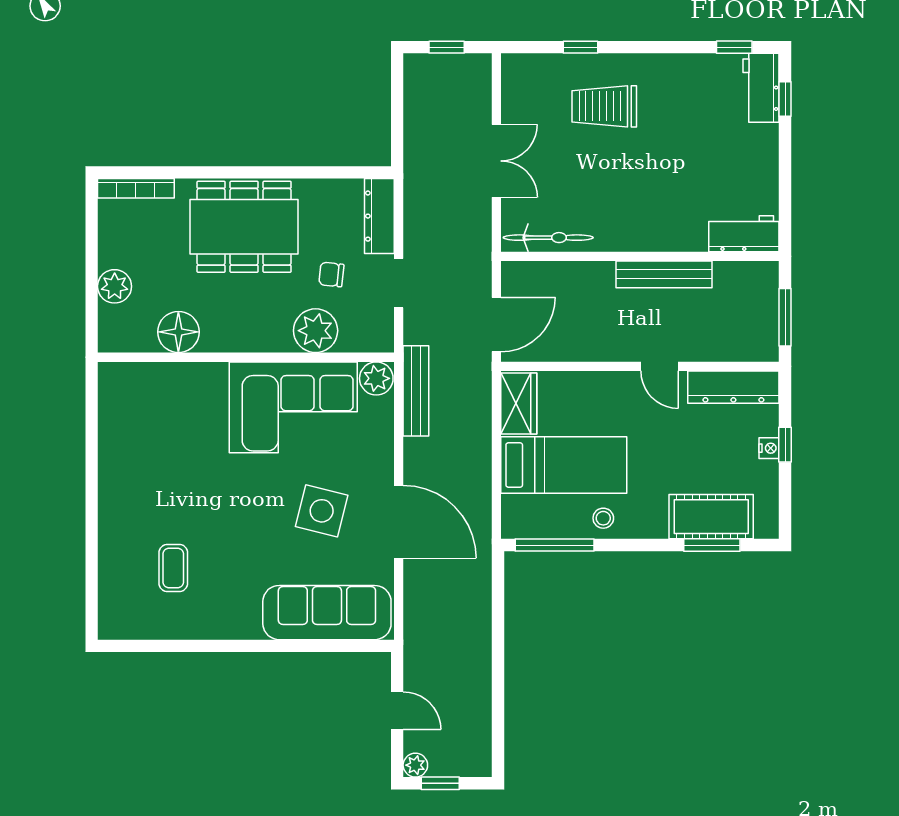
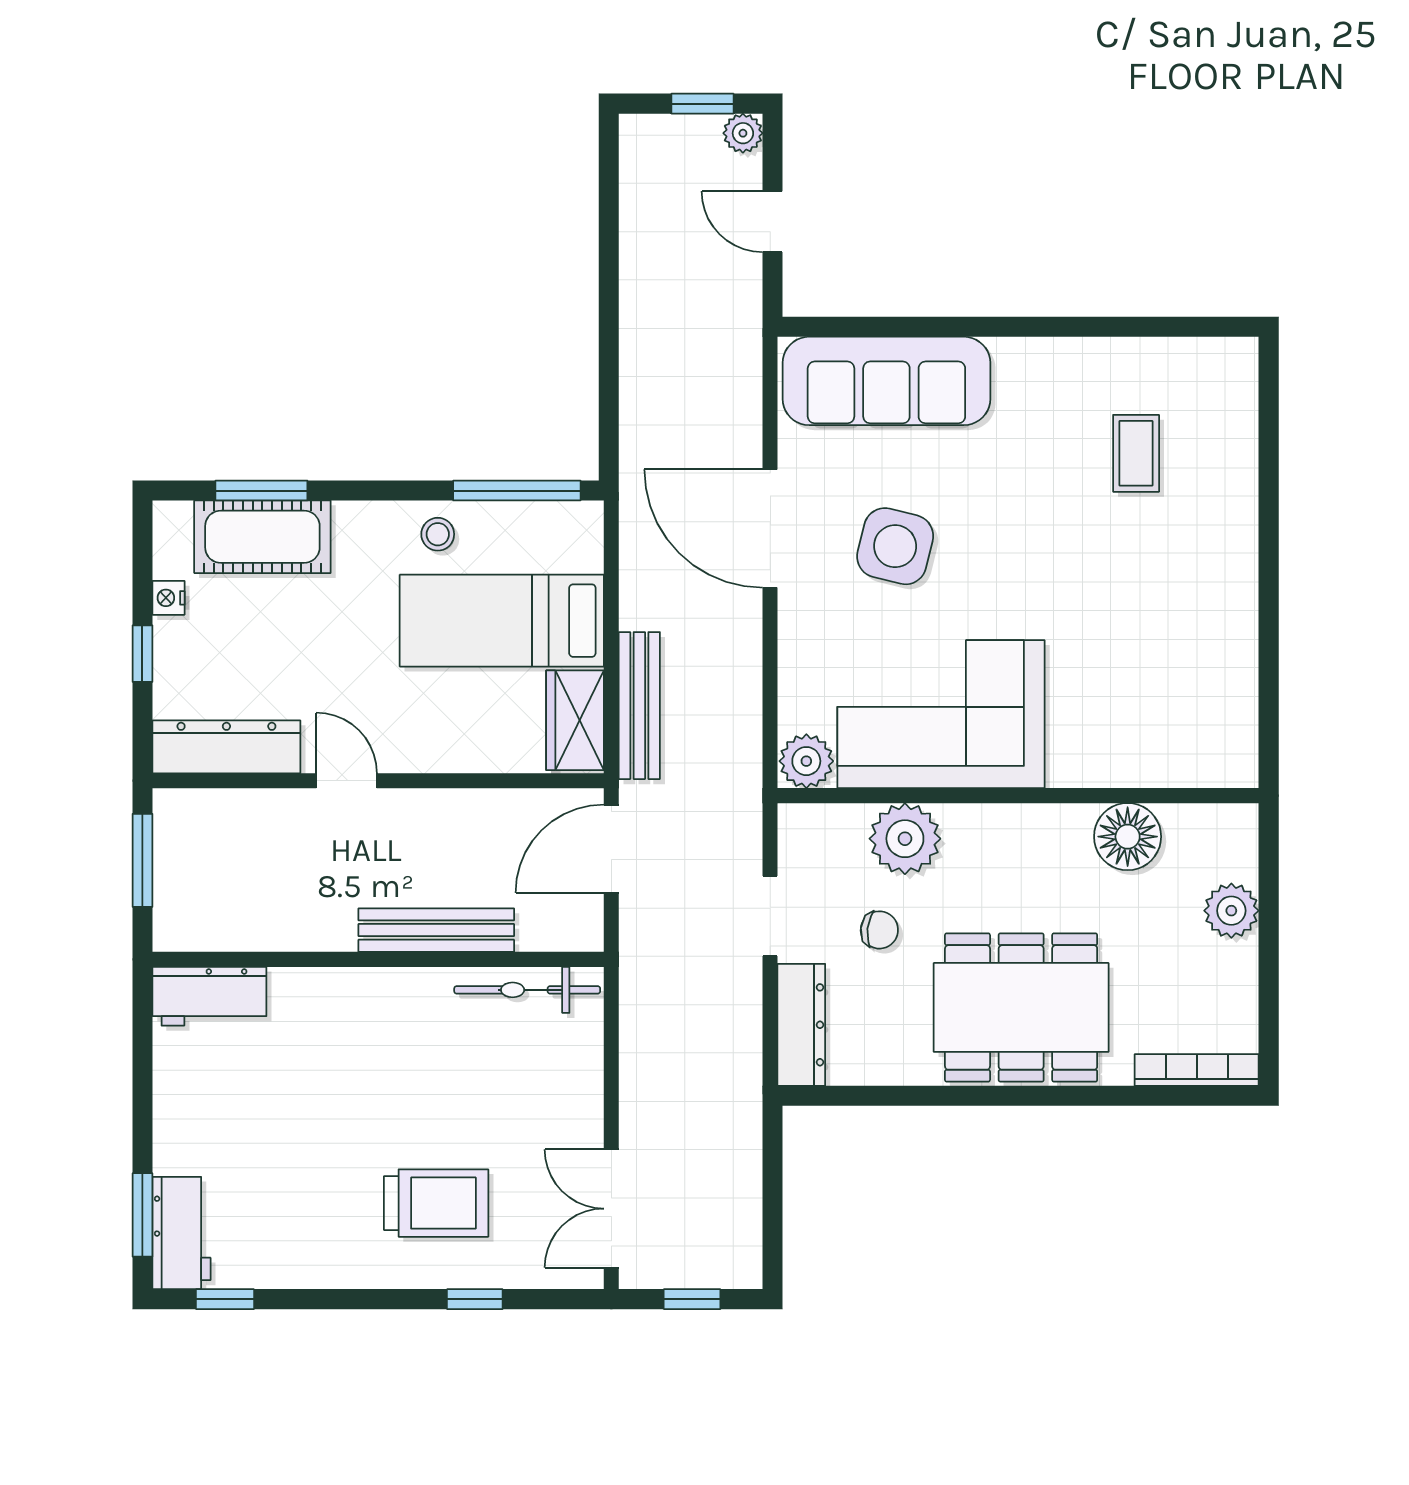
window: (785, 99) -> (142, 1215), width x1.50
double door: (496, 161) -> (611, 1209), moved
bench: (664, 274) -> (436, 930), moved
bench: (416, 391) -> (639, 706), moved
nightstand: (769, 448) -> (168, 598), moved

